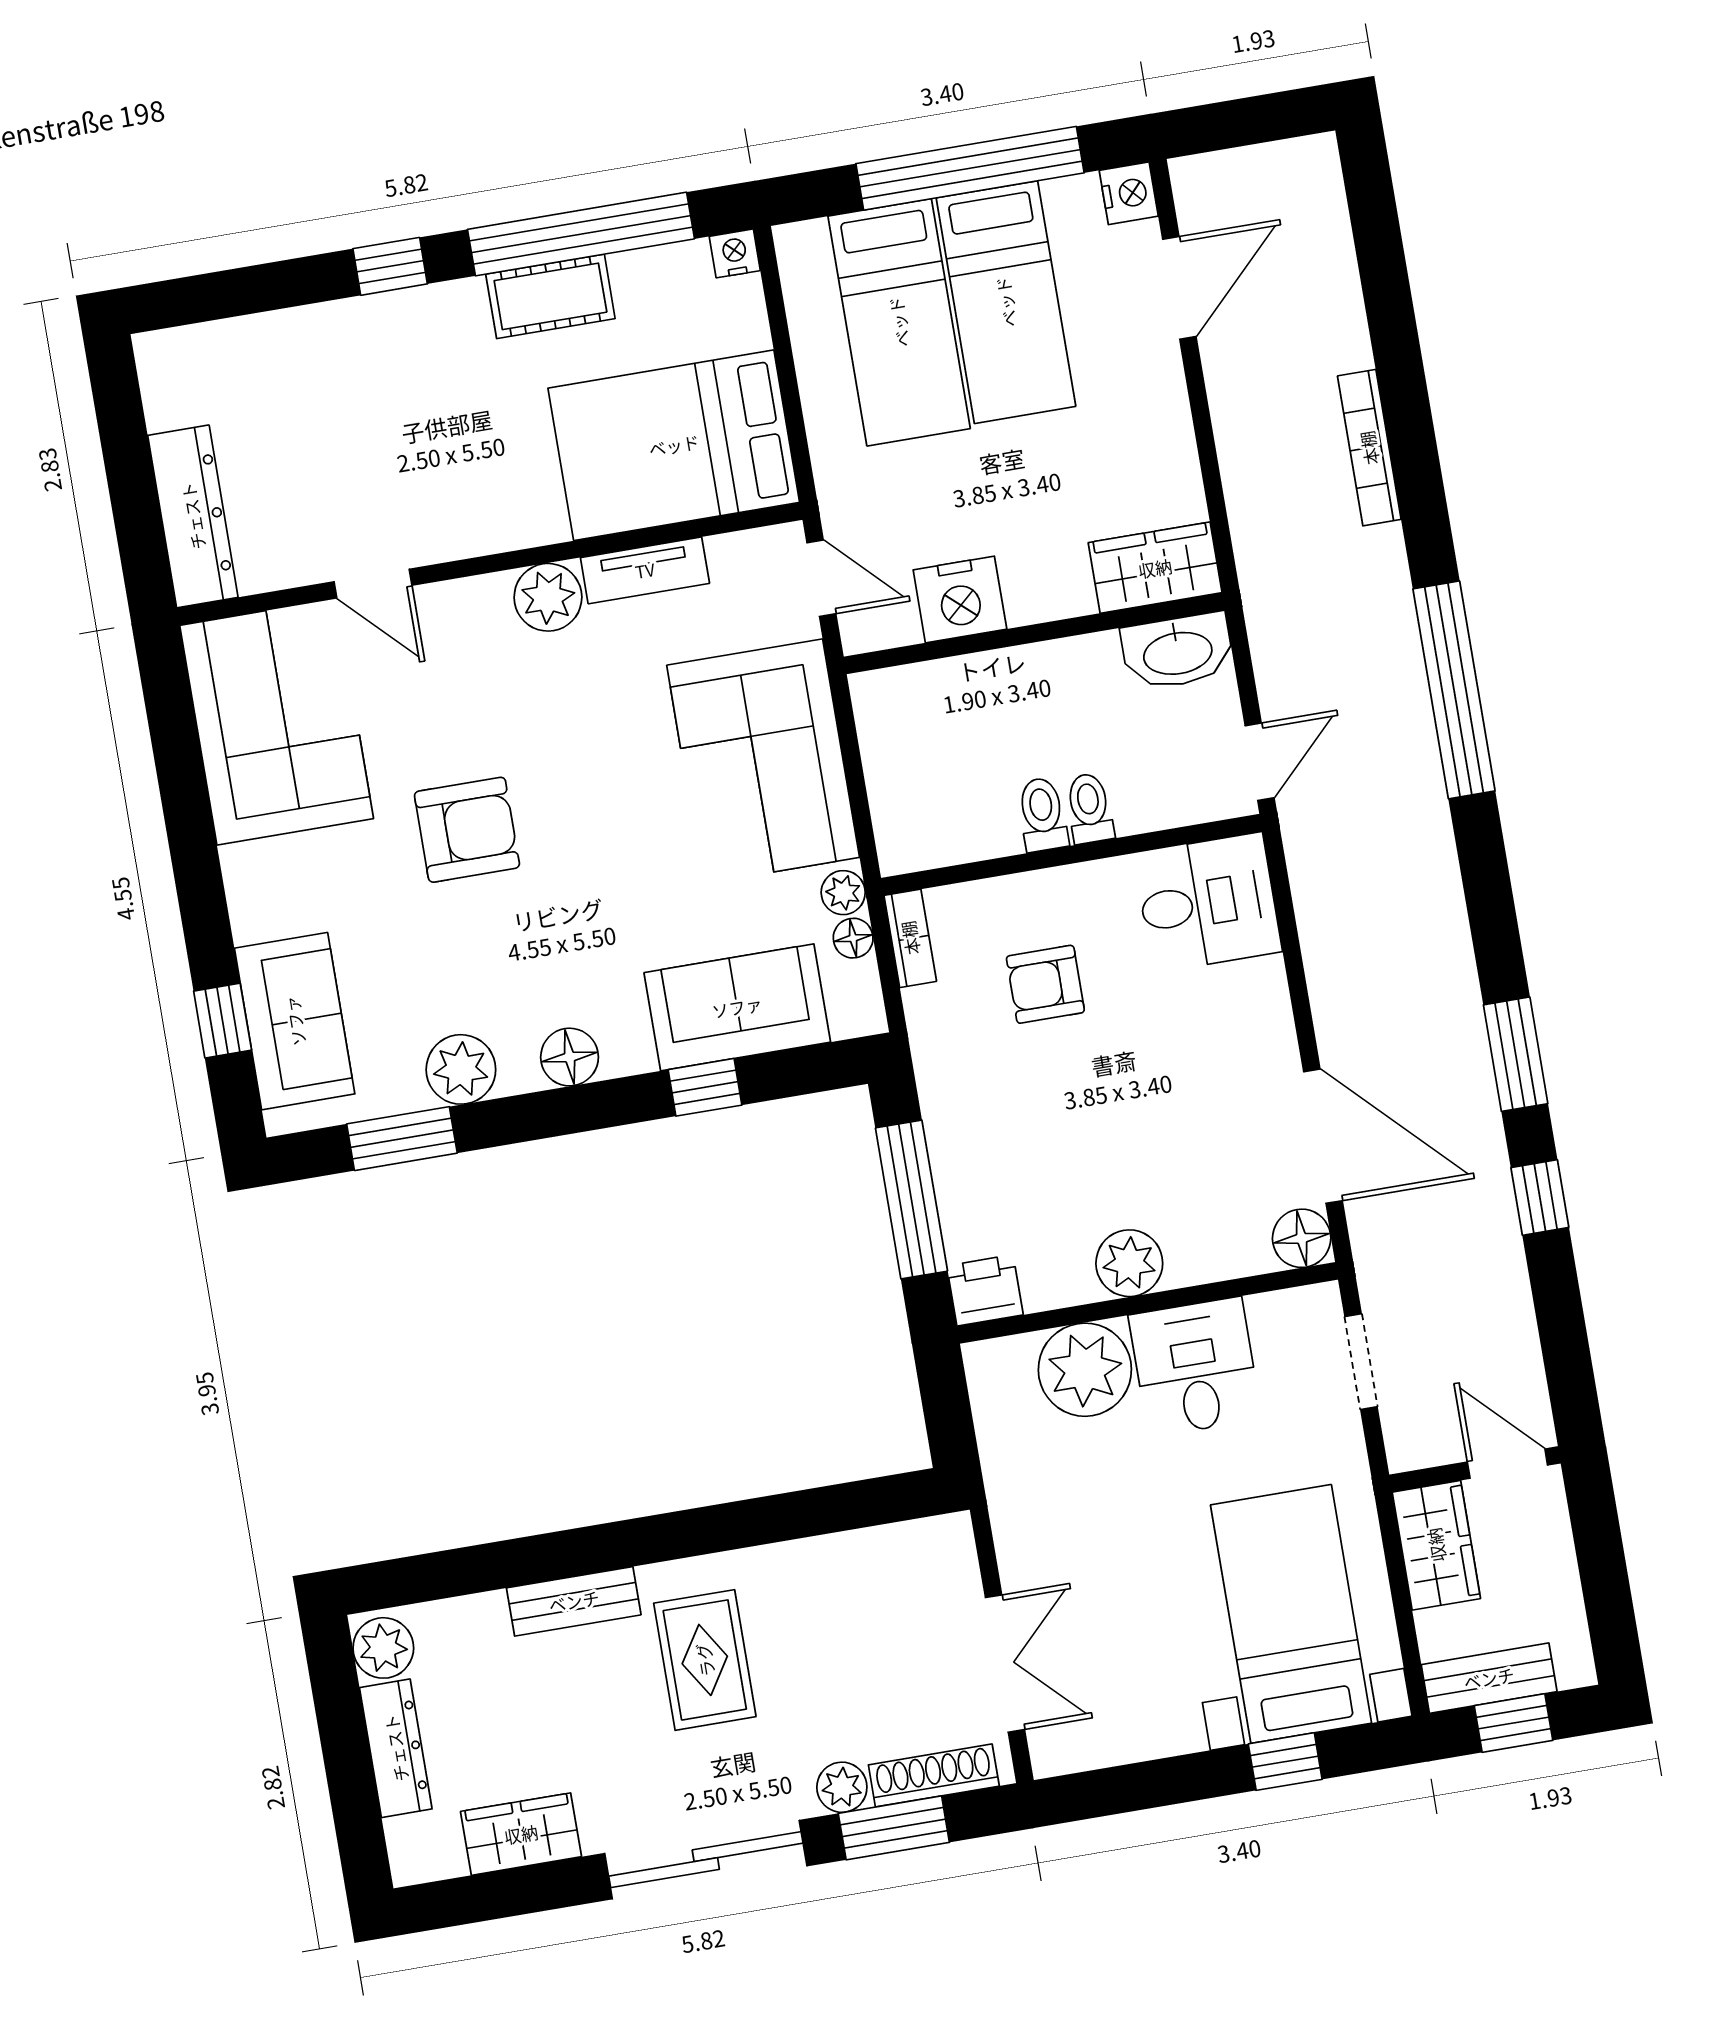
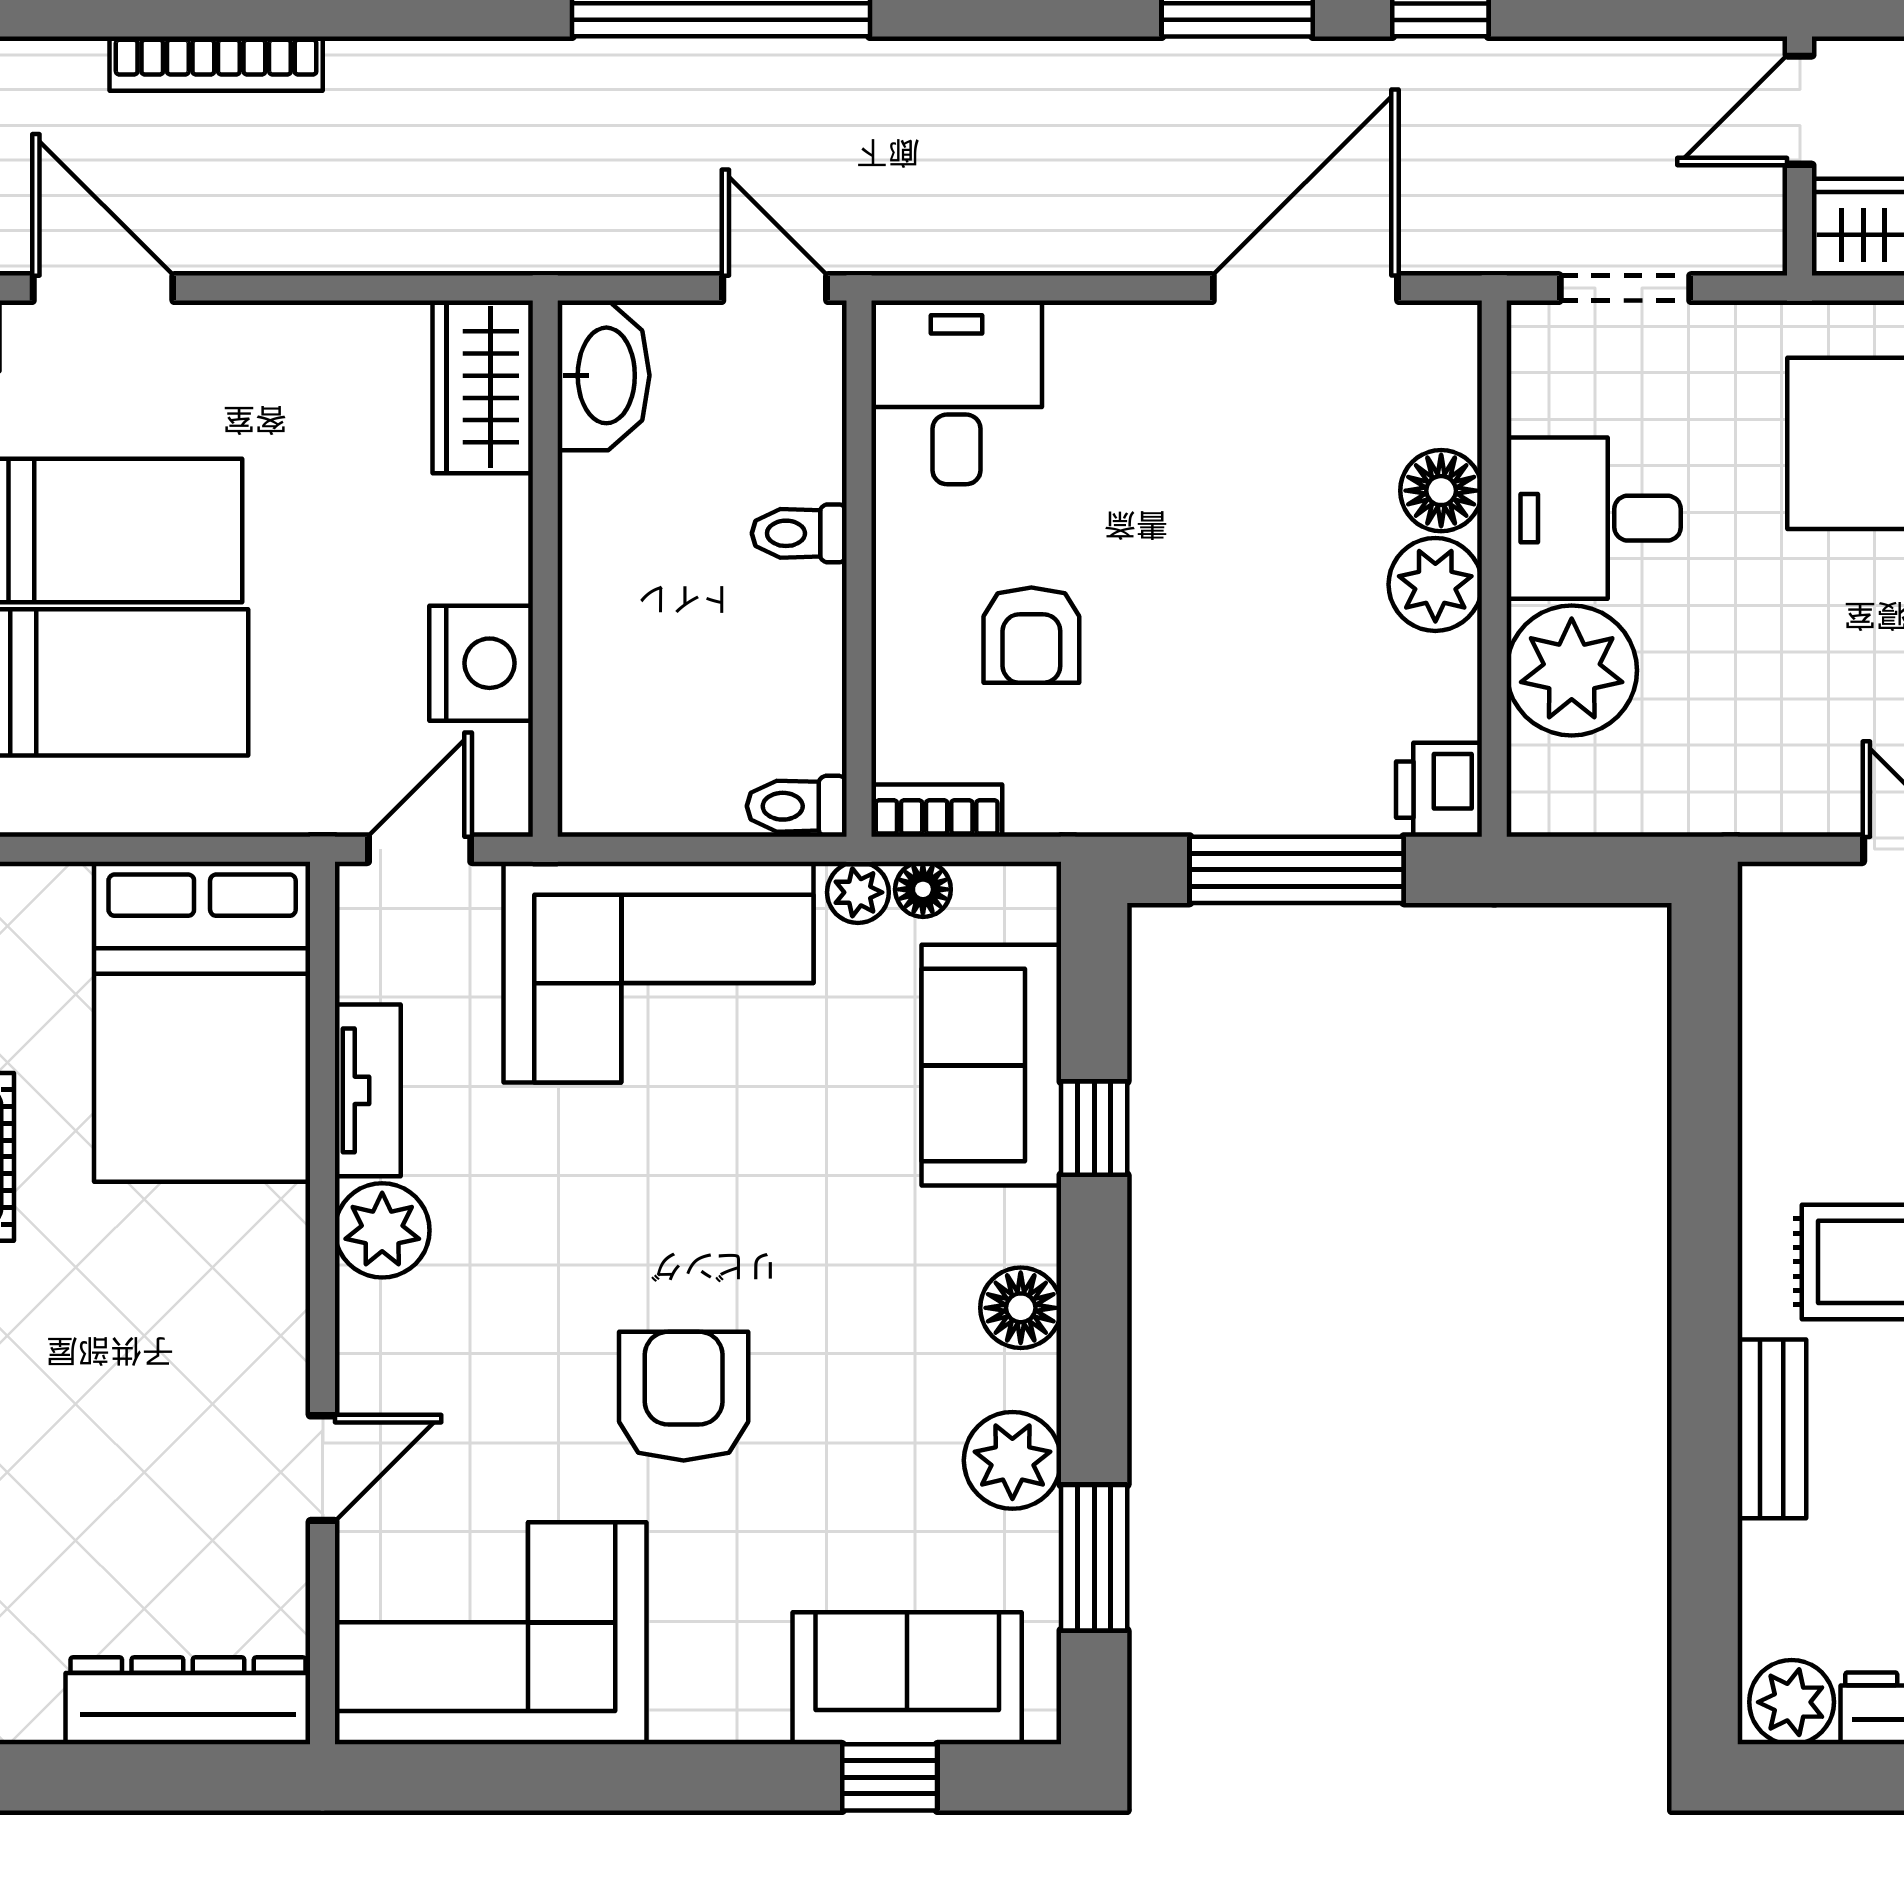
bookcase: (1369, 448) -> (216, 64), moved
toilet: (1042, 814) -> (797, 806), moved
floor lamp: (1302, 1238) -> (1441, 491), moved

